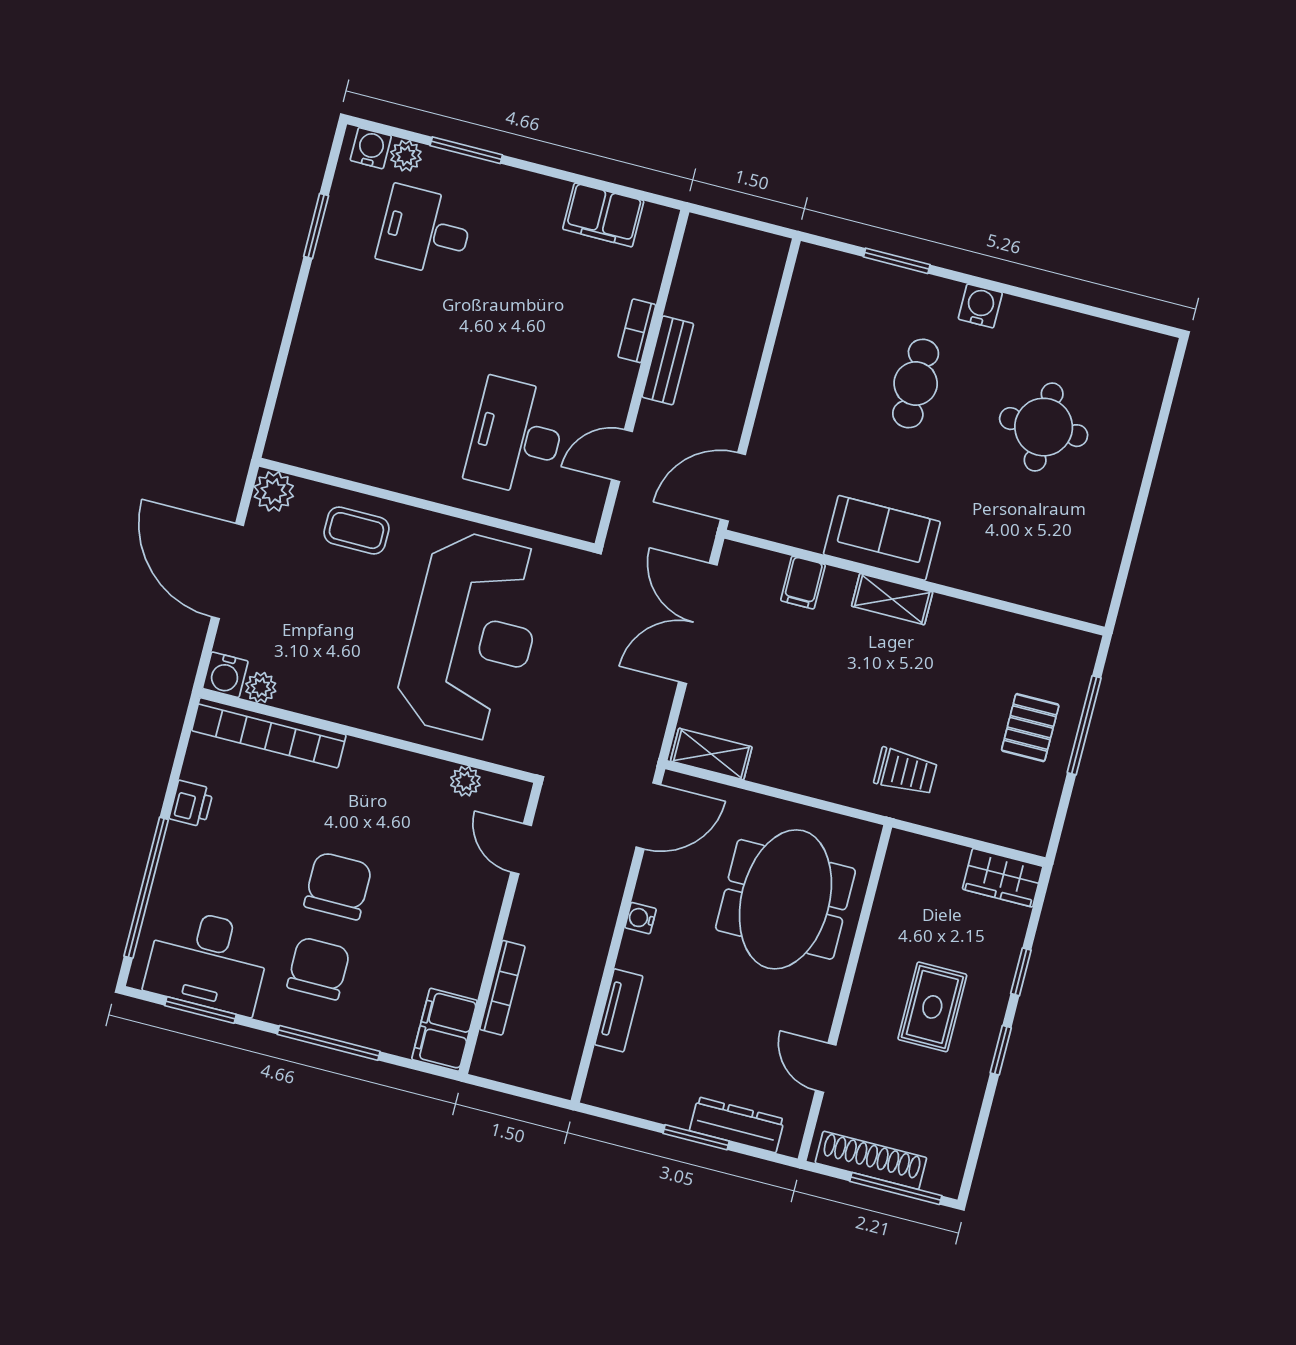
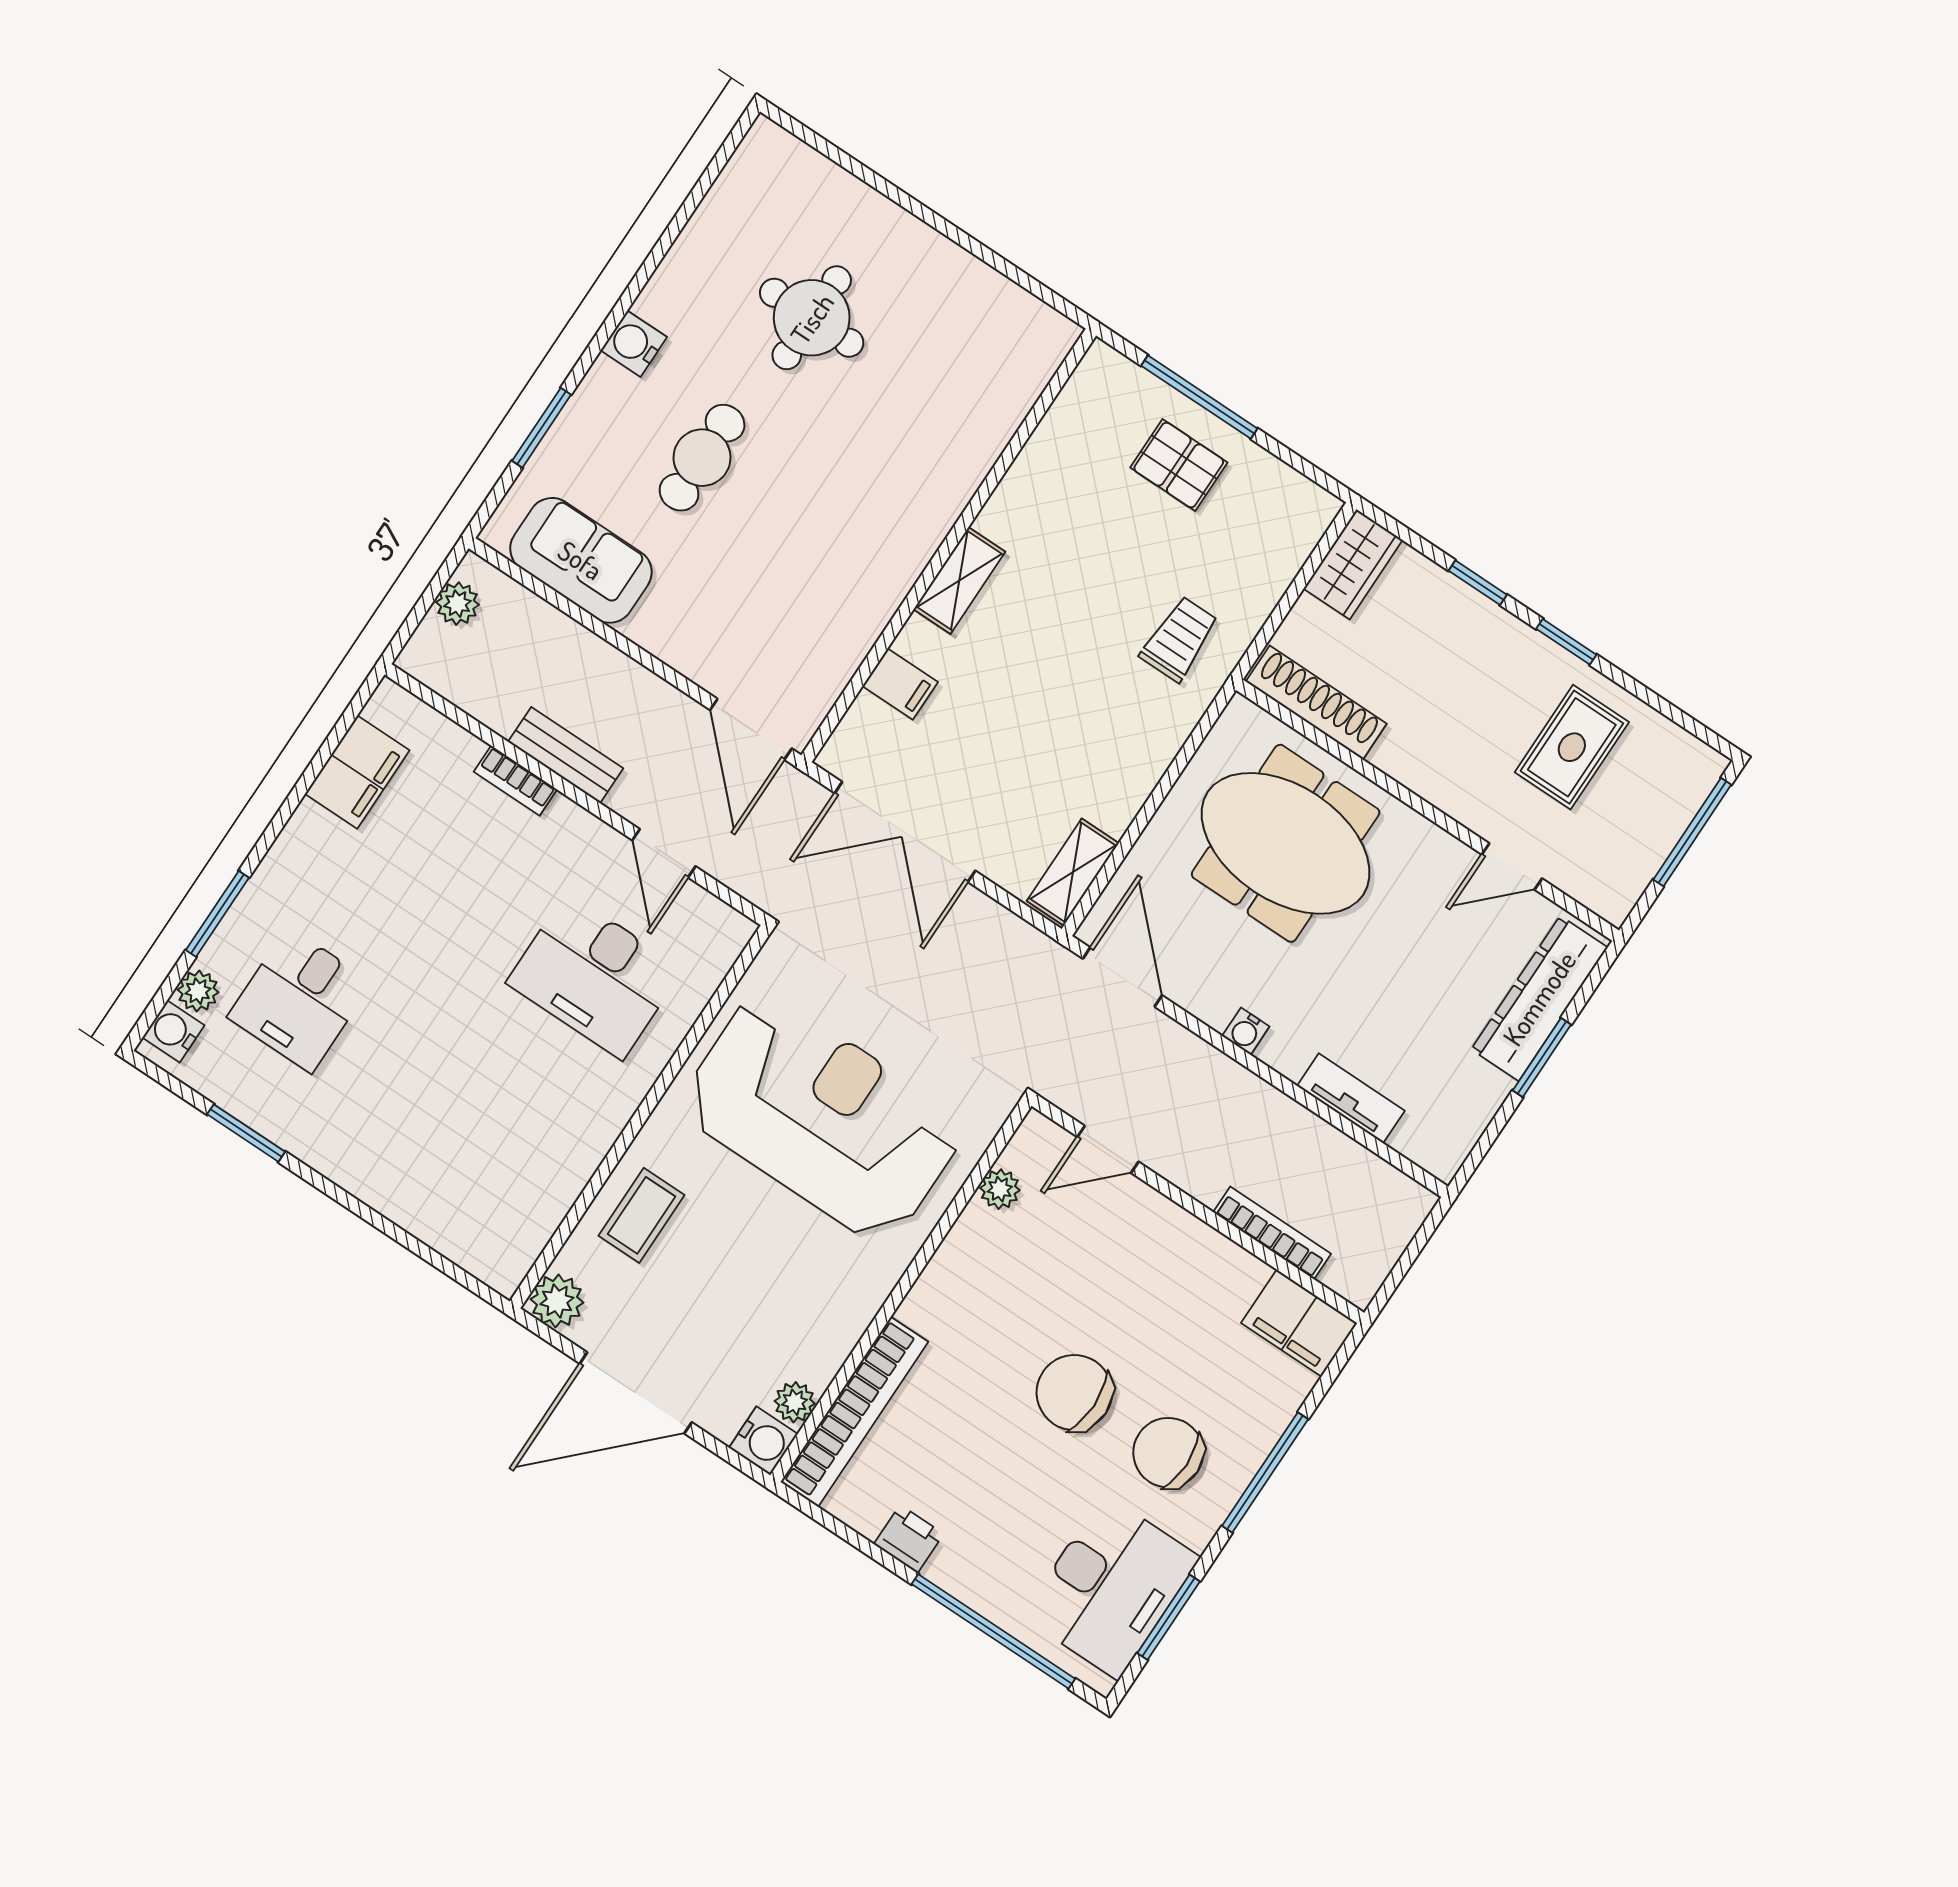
plant: (749, 245) -> (458, 604), added
cafe table: (916, 384) -> (702, 458), turned 90
sofa: (882, 538) -> (581, 560), moved, turned 90
rug: (932, 1007) -> (1572, 747), moved, turned 90
dresser: (737, 1125) -> (1539, 998), width x1.37, depth x1.24
shoe rack: (871, 1160) -> (1316, 703), moved, turned 90

